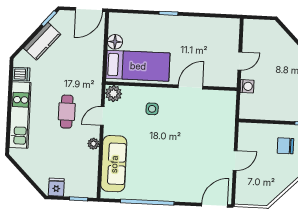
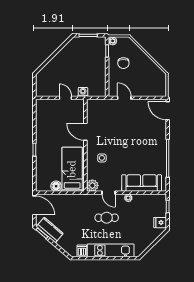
kitchen counter: (42, 41) -> (50, 230), moved
door: (235, 160) -> (124, 98), moved

